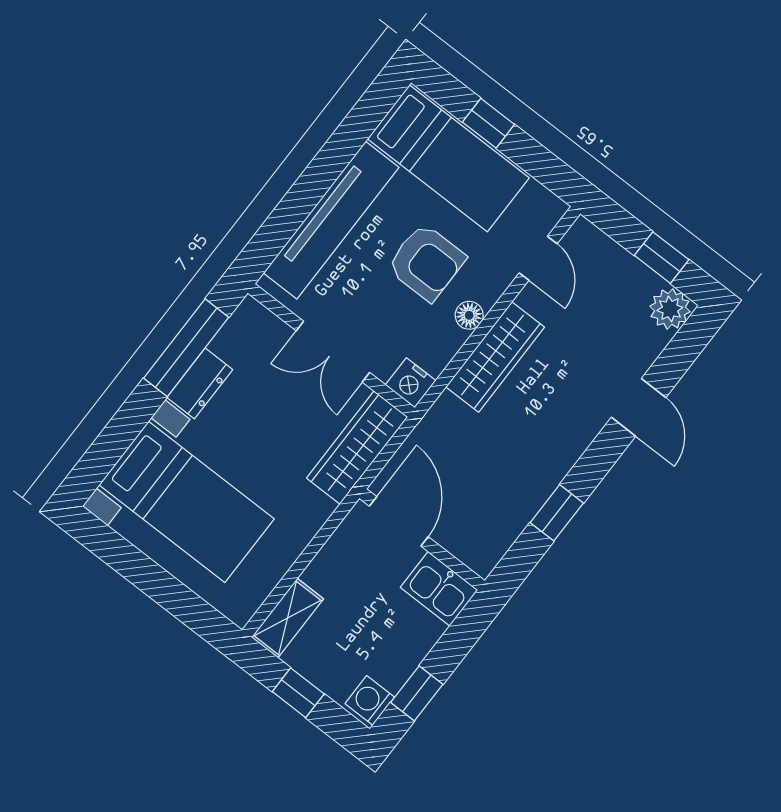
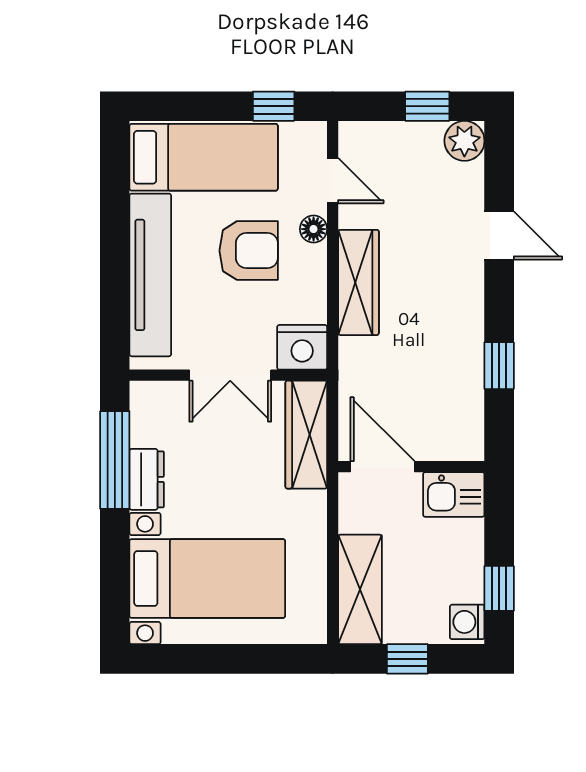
window: (488, 123) -> (274, 106), moved
floor lamp: (469, 315) -> (314, 229), moved
nightstand: (411, 383) -> (302, 347), width x1.36, depth x1.33
shelving: (287, 618) -> (360, 589), width x1.50, depth x1.33

